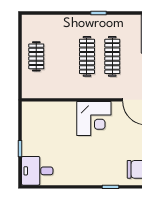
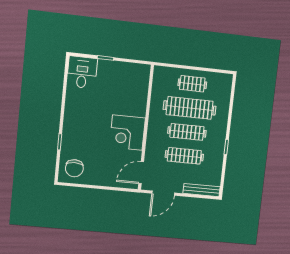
clothes rail: (62, 56) -> (190, 108), added

